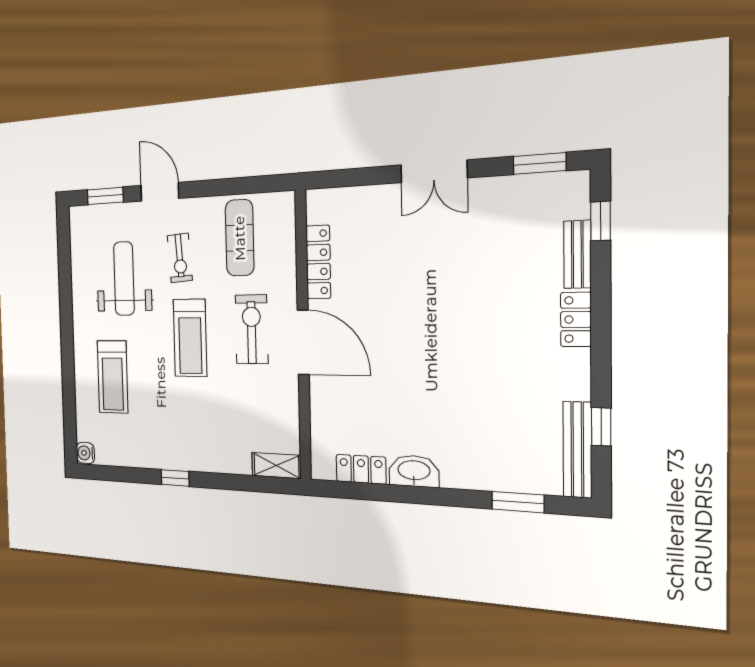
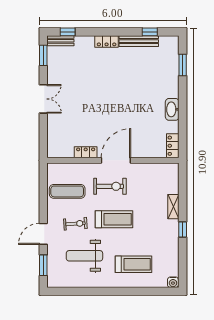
bench: (577, 254) -> (60, 41), moved
locker: (318, 262) -> (86, 152), width x0.66
exercise bike: (252, 329) -> (110, 186), turned 180
bench: (577, 450) -> (139, 41), moved
shelving: (276, 466) -> (173, 207), moved
locker: (361, 469) -> (173, 146), moved

